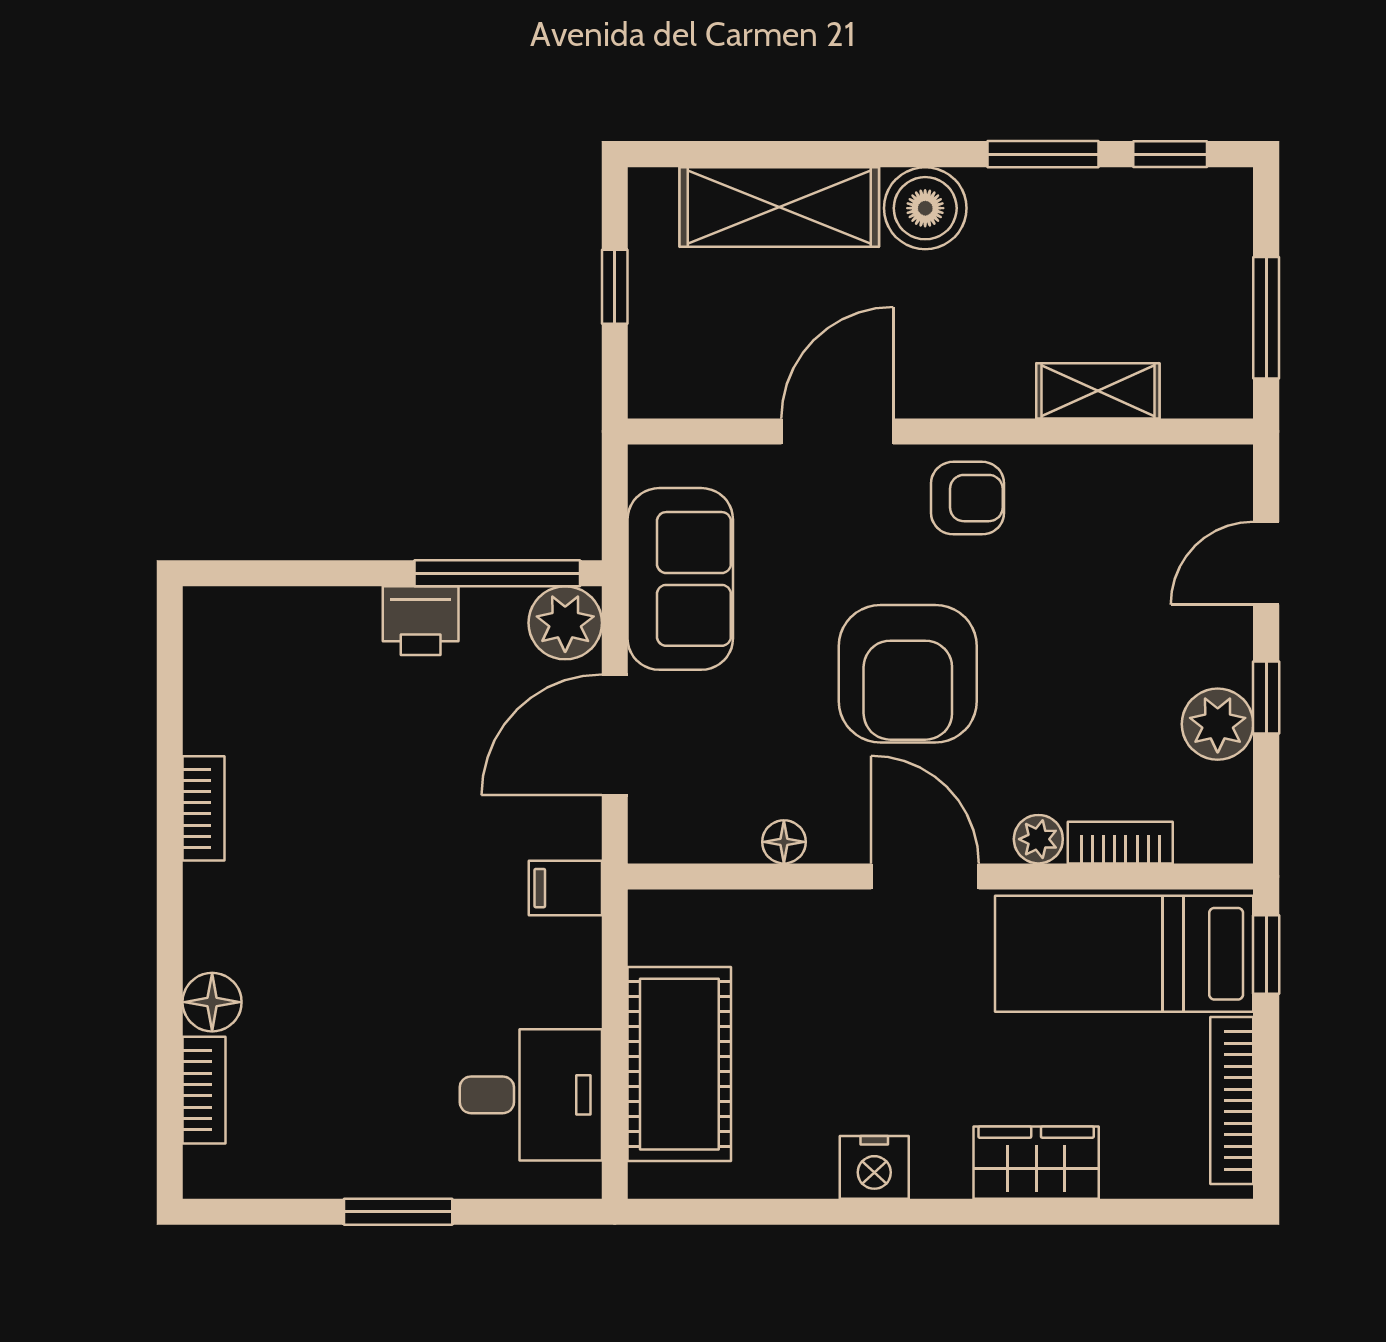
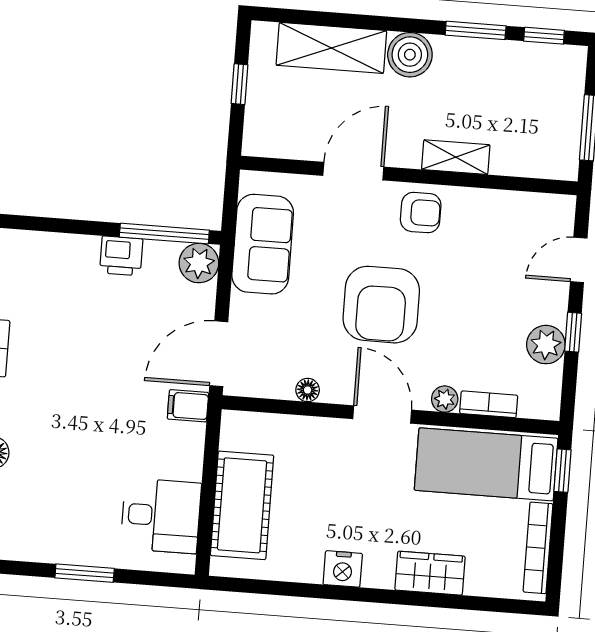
shelving: (1098, 391) -> (456, 157), moved
door: (615, 735) -> (219, 354), moved

